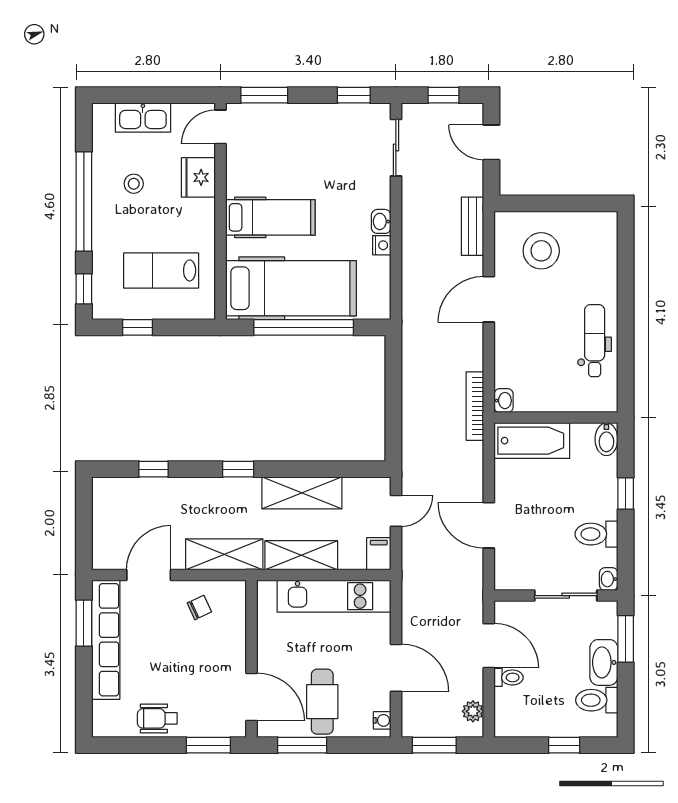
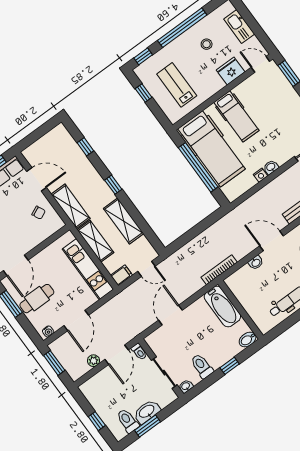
washbasin: (504, 401) -> (256, 263), moved
window: (626, 639) -> (148, 426), moved
toilet: (509, 677) -> (139, 352), moved
plant: (473, 711) -> (94, 361), moved

